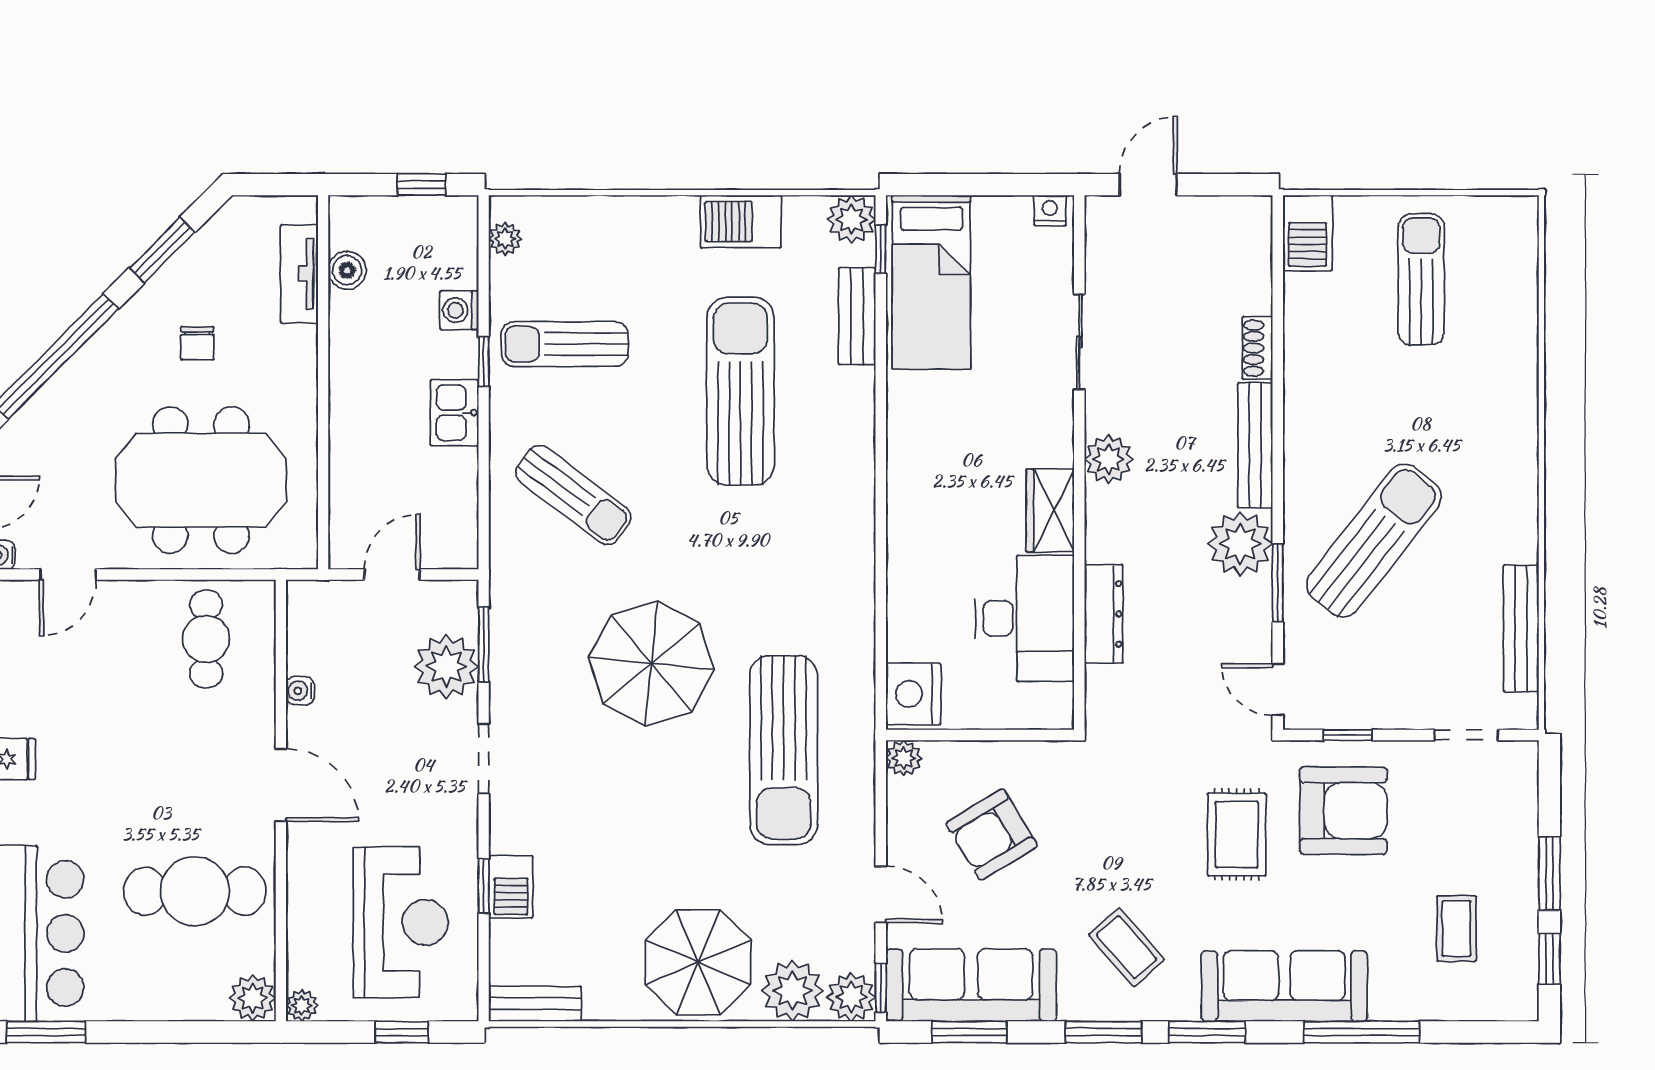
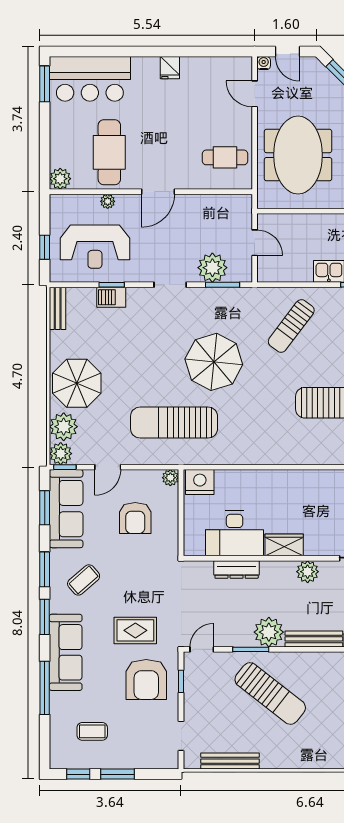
water cooler: (300, 691) -> (201, 201), removed
armchair: (992, 835) -> (135, 518), turned -149
plant: (302, 1006) -> (108, 201), moved

